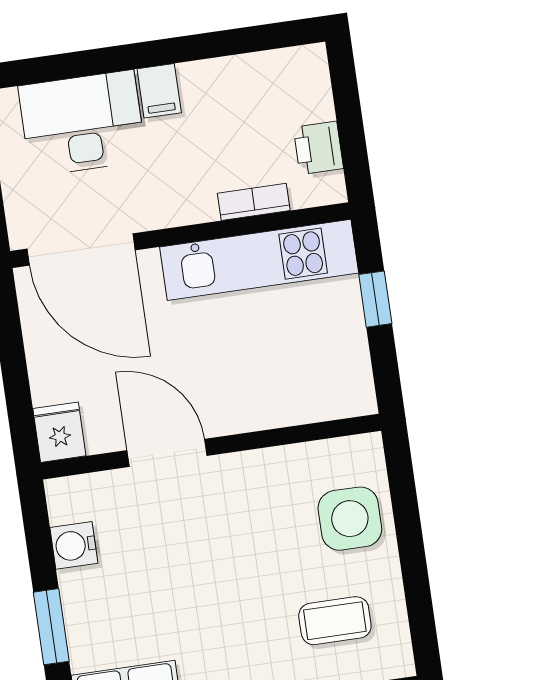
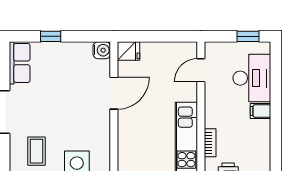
door: (81, 249) -> (201, 70), width x0.53
water cooler: (74, 545) -> (102, 50), moved, turned 90
window: (51, 627) -> (51, 36), width x0.67

